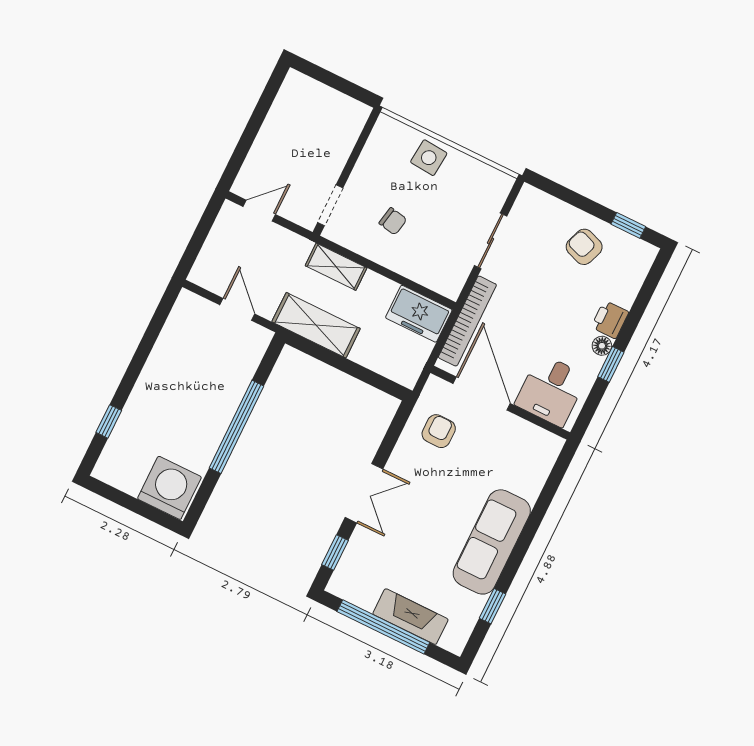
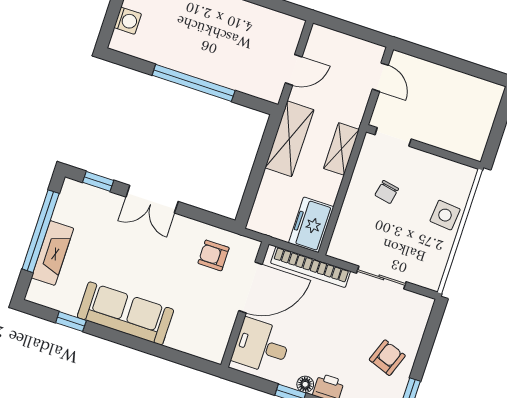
armchair: (439, 431) -> (214, 255), turned 180
washing machine: (169, 488) -> (128, 21), width x0.53, depth x0.53

